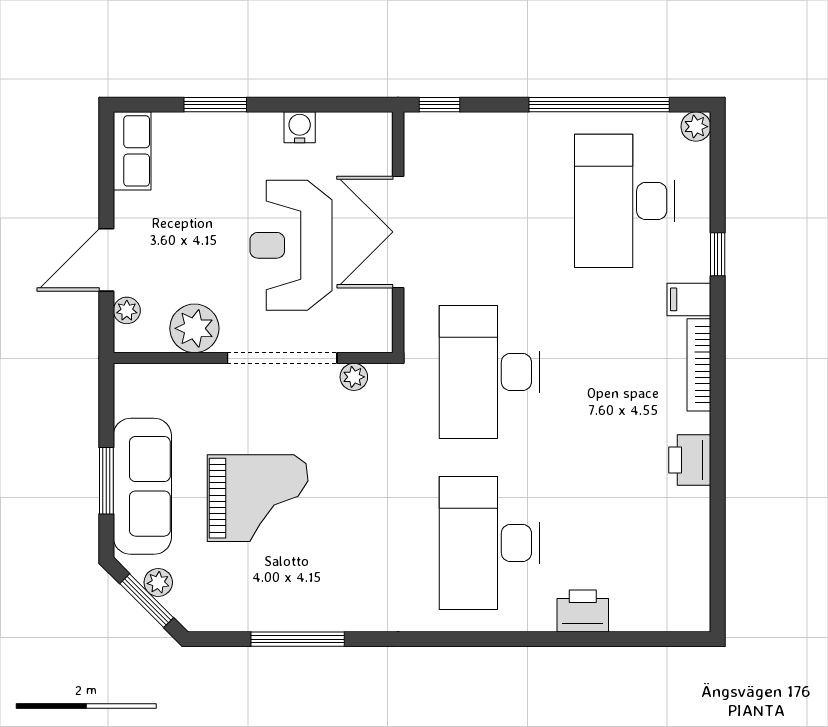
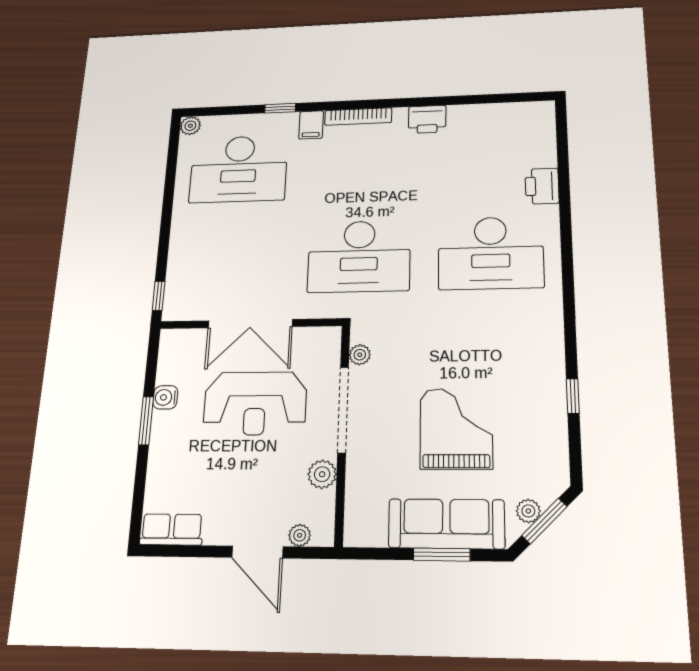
window: (215, 105) -> (146, 421), moved
window: (599, 105) -> (169, 188), removed
plant: (194, 328) -> (322, 474), width x0.73, depth x0.73
window: (298, 639) -> (573, 396), width x0.46

